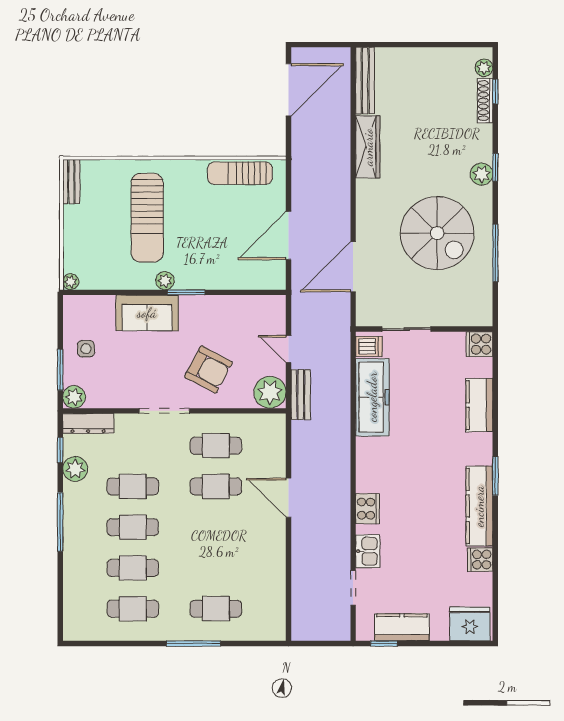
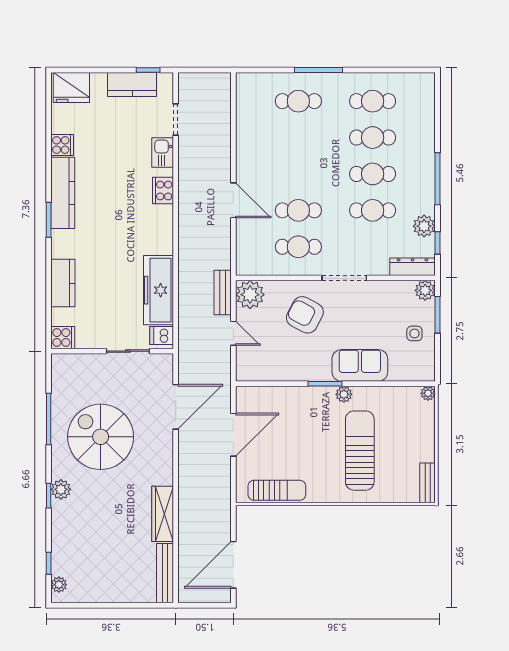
shoe rack: (485, 101) -> (58, 555), removed

